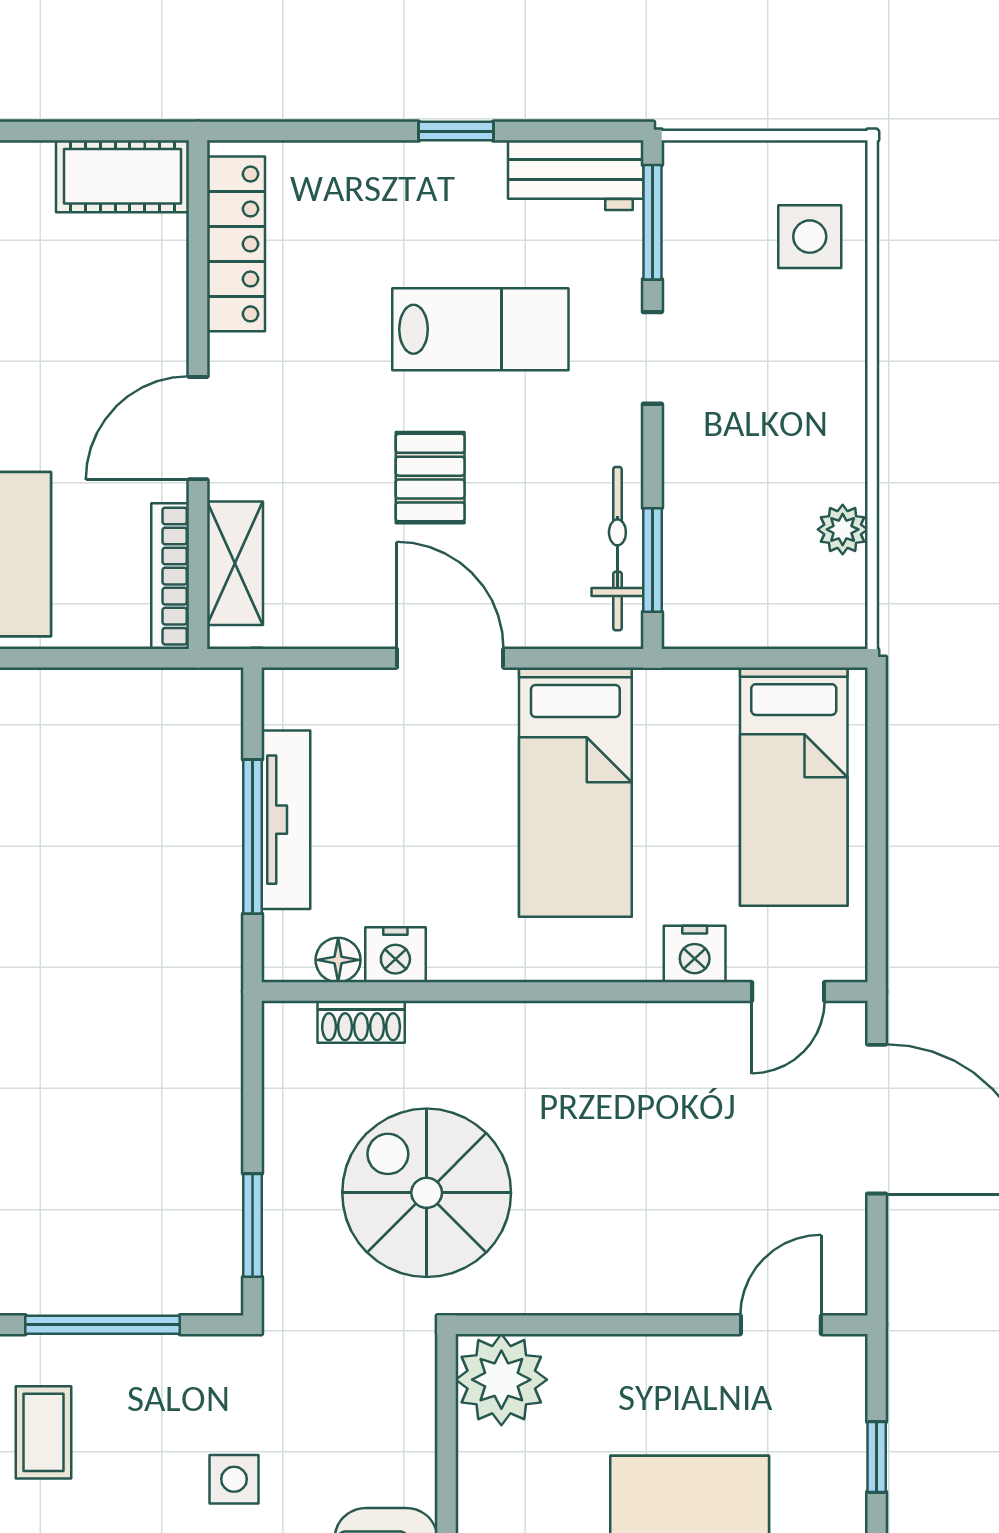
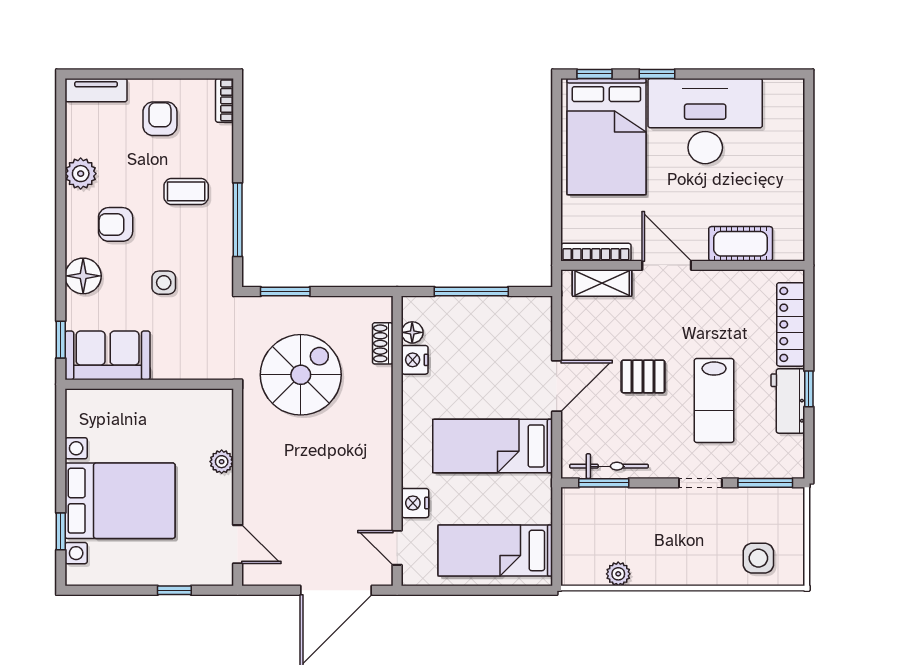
workbench: (576, 175) -> (788, 401), moved
cot: (123, 176) -> (741, 244), moved, turned 90
locker: (236, 244) -> (791, 324), moved, turned 90
tv unit: (286, 820) -> (479, 307), removed
plant: (501, 1380) -> (222, 462), moved, width x0.53, depth x0.53

